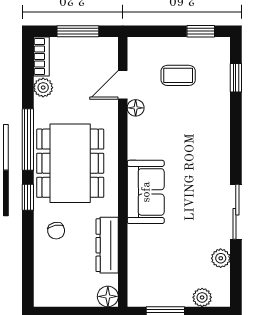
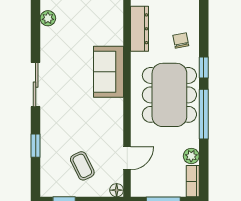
coffee table: (178, 75) -> (82, 166), turned 64
window: (236, 78) -> (36, 146), moved
floor lamp: (136, 108) -> (117, 190), moved
sliding door: (236, 212) -> (36, 85), moved

